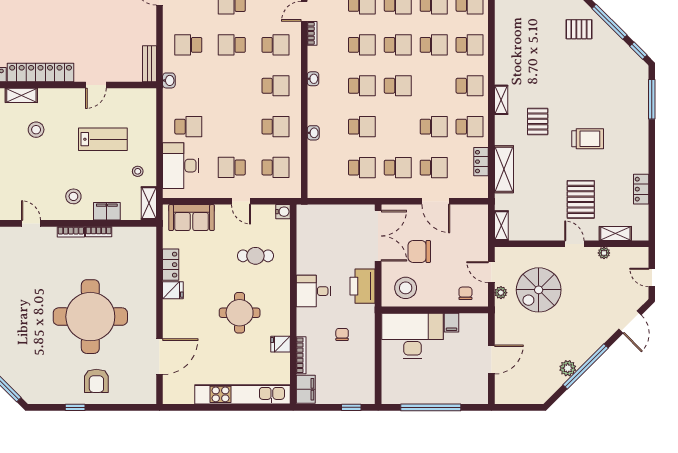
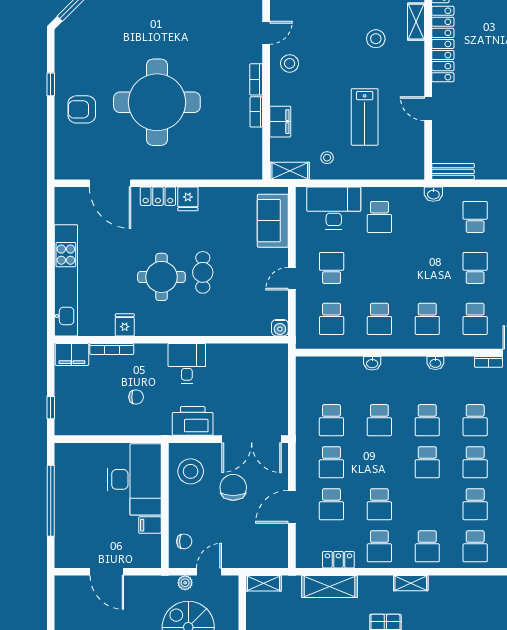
stool: (73, 196) -> (290, 63), moved
cafe table: (255, 256) -> (203, 272), moved
locker: (171, 265) -> (158, 196), moved

